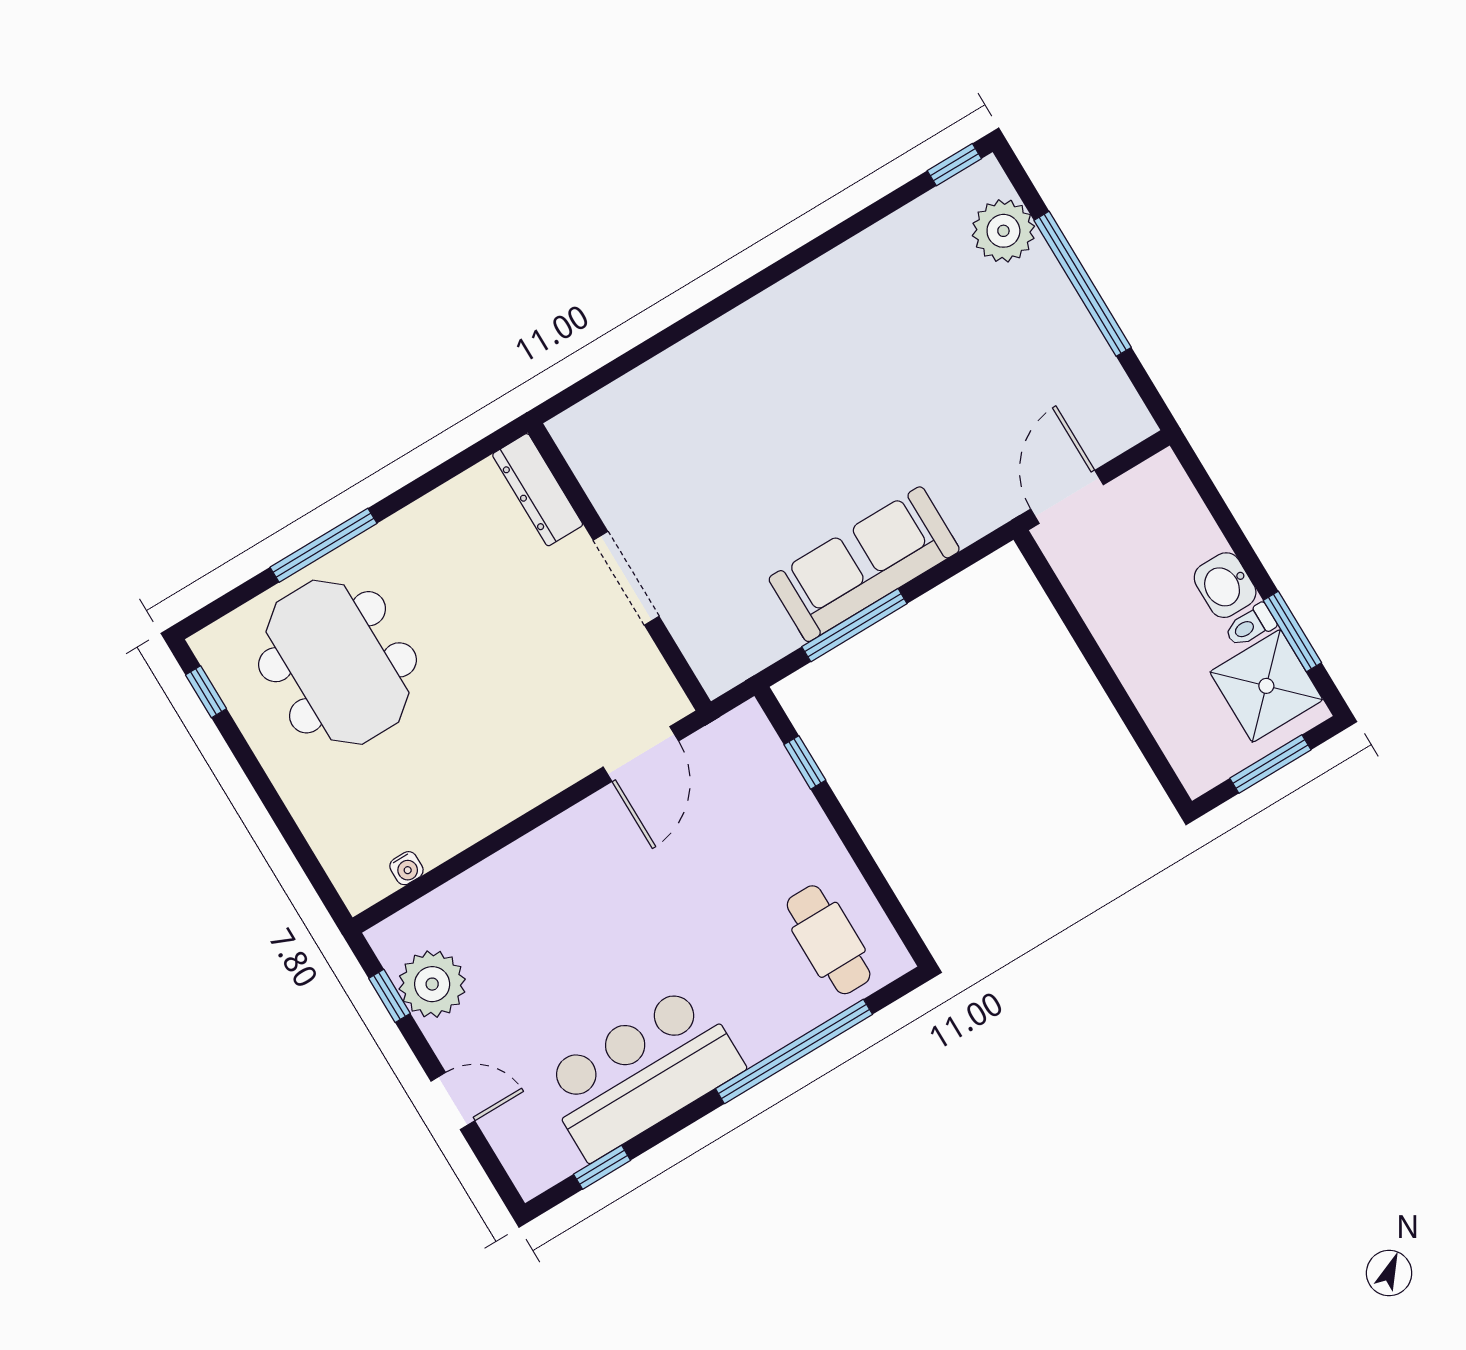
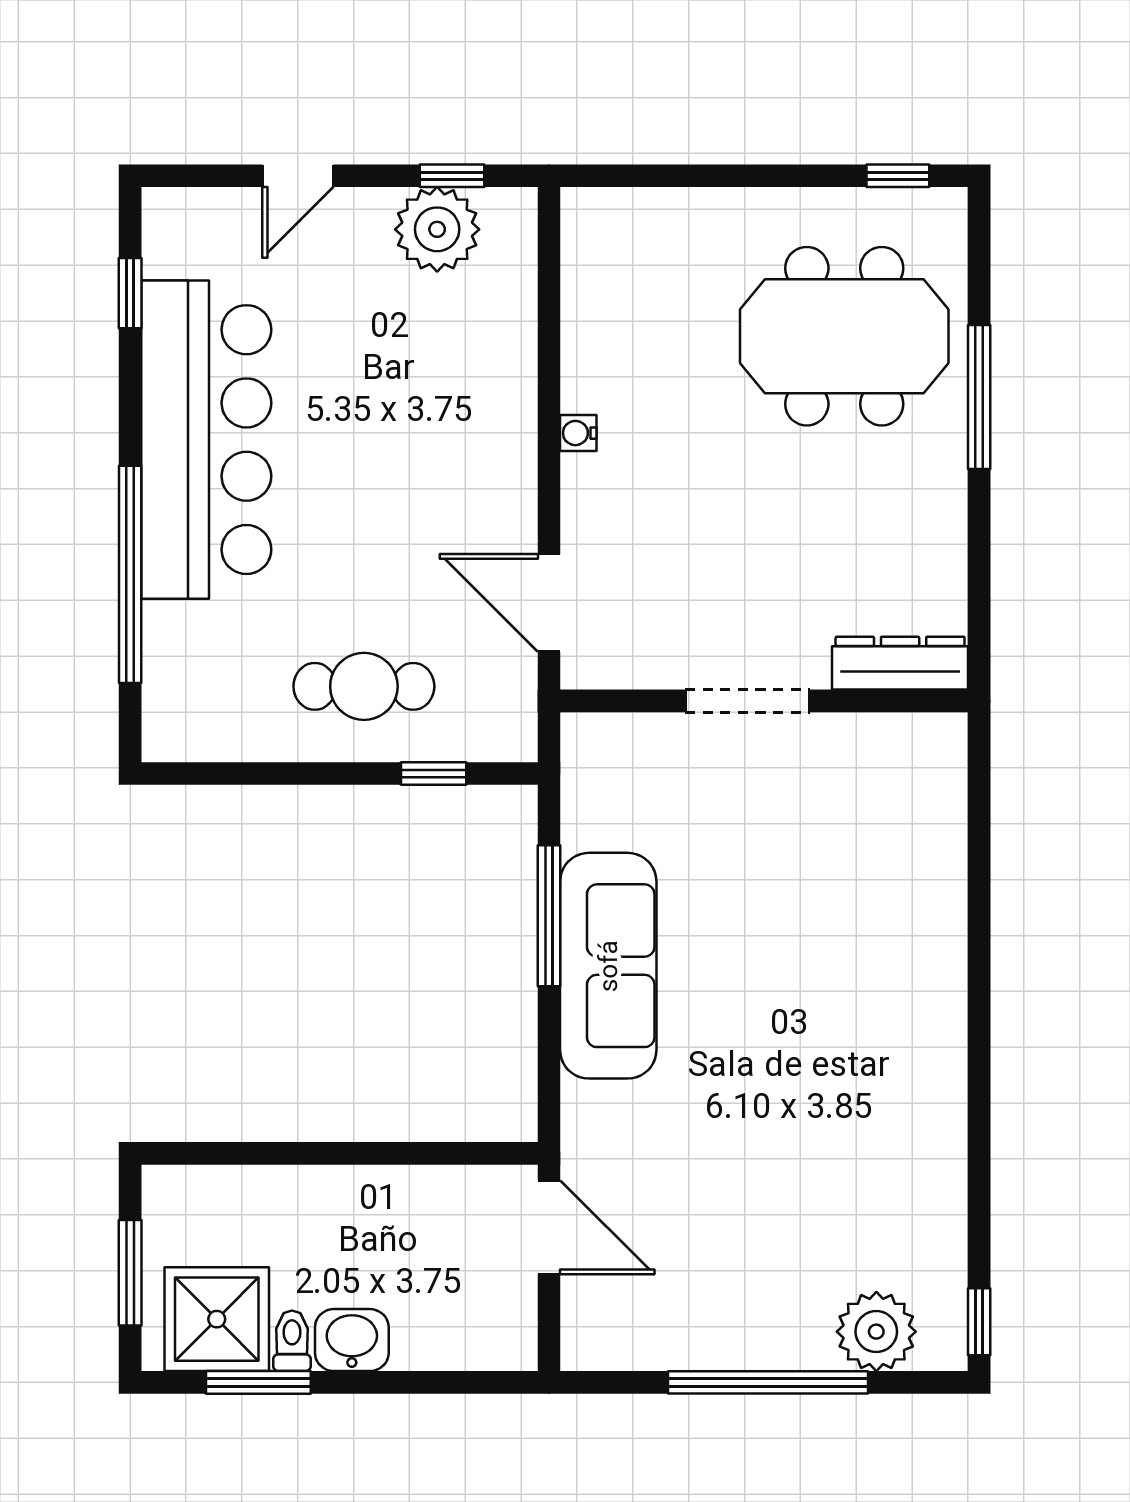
water cooler: (406, 868) -> (578, 433), moved
cafe table: (829, 940) -> (364, 686), moved
bar counter: (642, 1073) -> (206, 440), width x1.36

